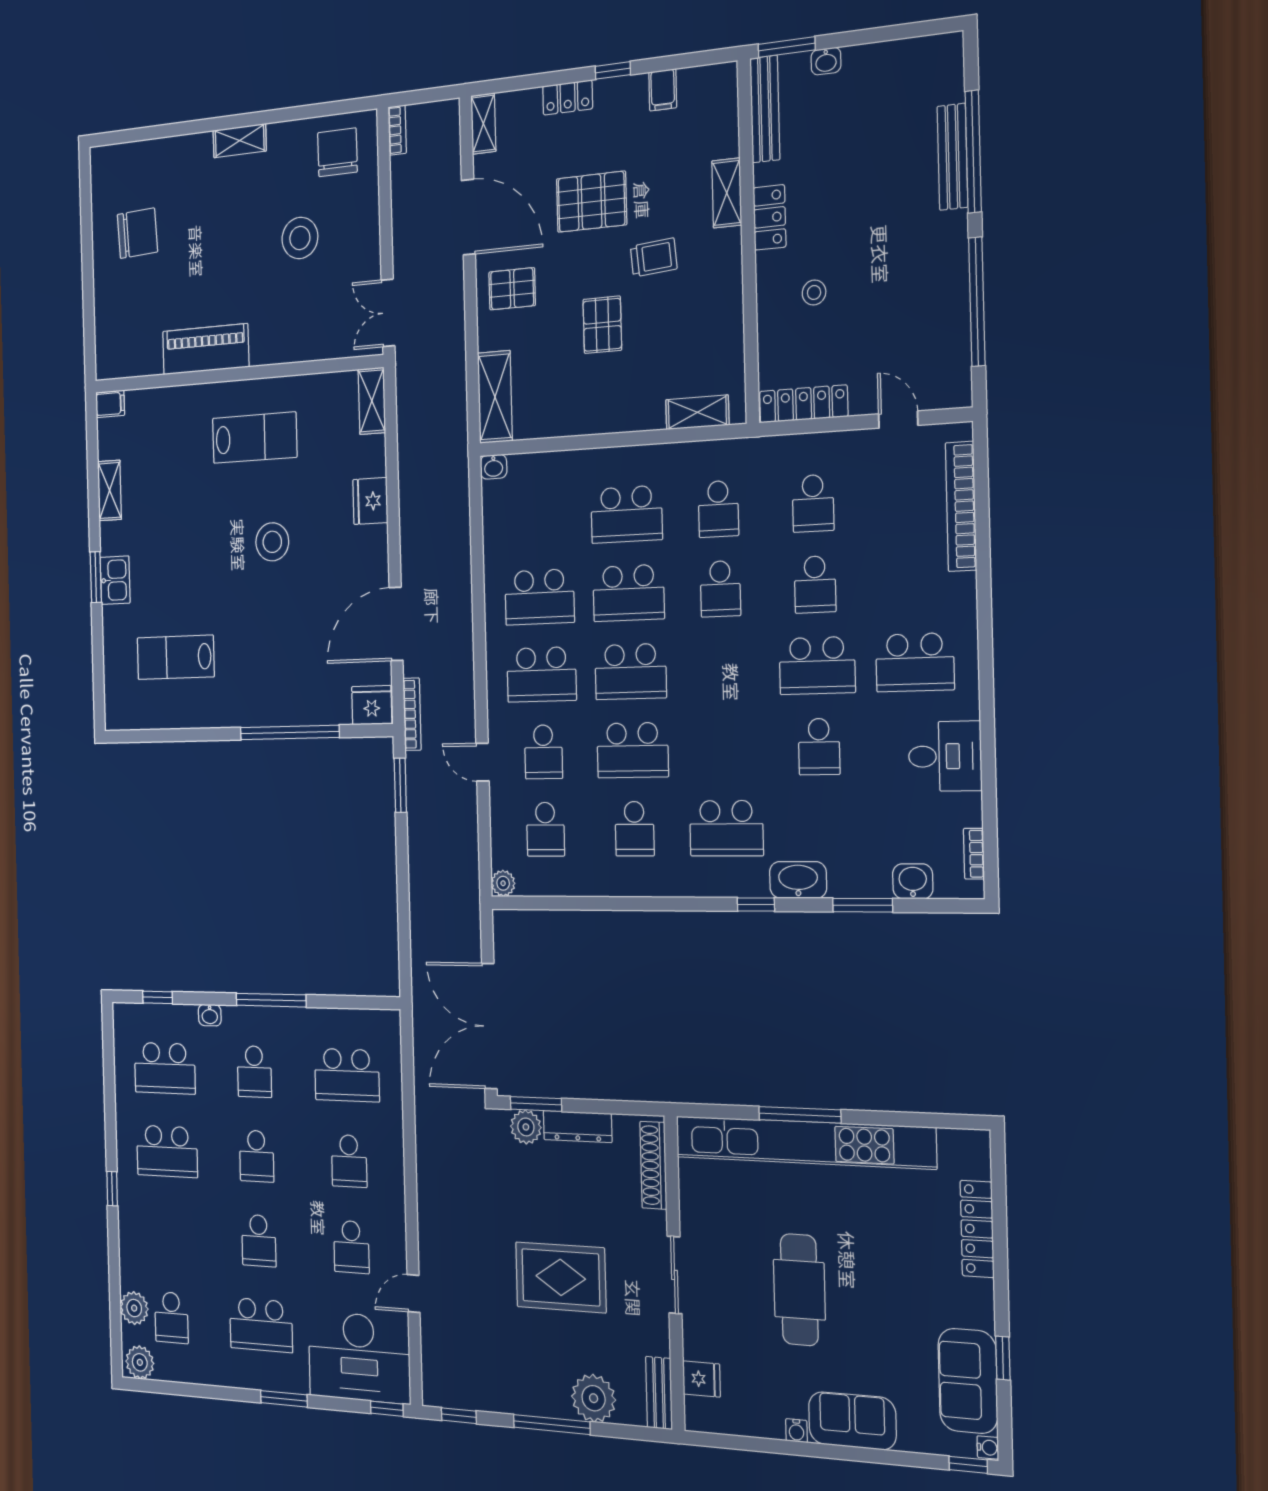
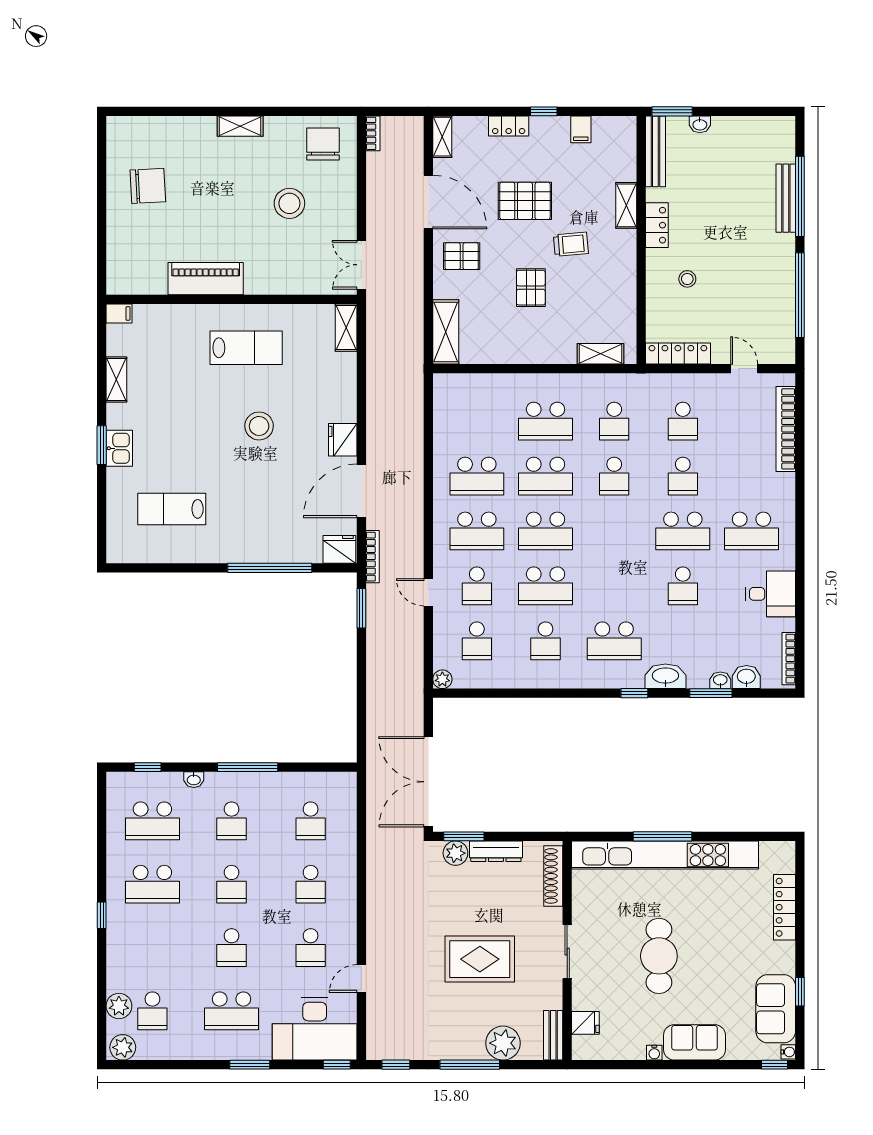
washbasin: (494, 467) -> (720, 680), moved, turned 180
fridge: (370, 501) -> (343, 440), moved
bookcase: (974, 854) -> (789, 659), width x1.56
school desk: (347, 1075) -> (311, 821), width x0.54

